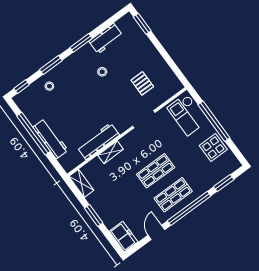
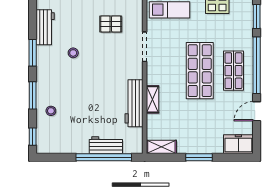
window: (34, 134) -> (104, 157), moved
workbench: (50, 139) -> (106, 145), width x0.73
shop shelf: (156, 171) -> (200, 71), width x1.43, depth x1.36
door: (156, 232) -> (257, 111), hinge flipped

